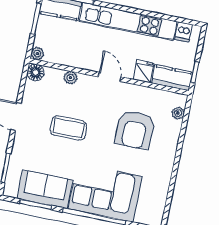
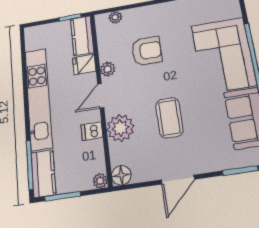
dishwasher: (183, 32) -> (92, 131), moved, turned 180
plant: (71, 78) -> (120, 128), width x1.87, depth x1.87
plant: (131, 90) -> (108, 69), added
armchair: (135, 130) -> (147, 51), width x0.73, depth x0.73

